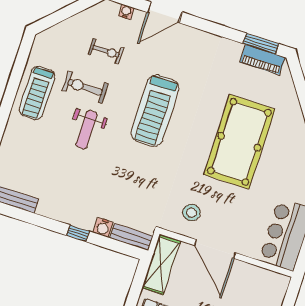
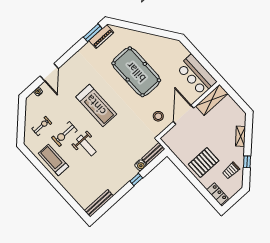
exercise bike: (106, 51) -> (42, 126), moved
treadmill: (37, 93) -> (53, 160), turned 180
door: (215, 249) -> (183, 115), swing flipped
shelving: (161, 265) -> (212, 100), moved, turned 90

